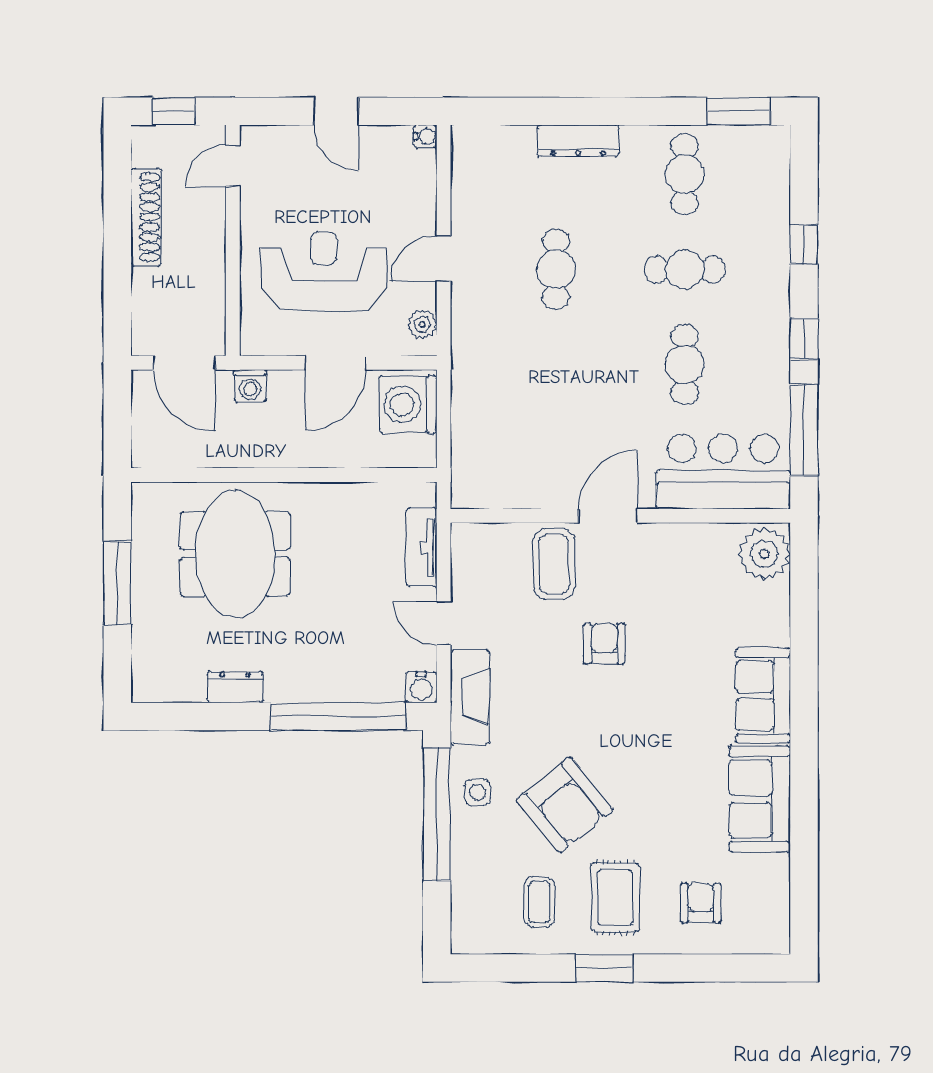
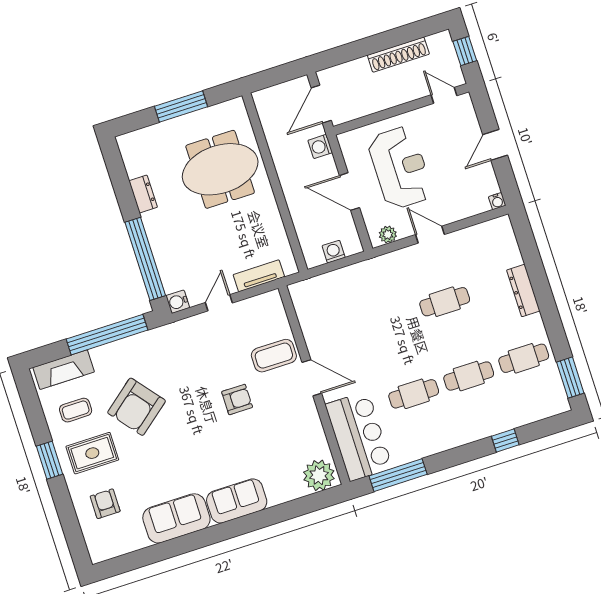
cafe table: (685, 269) -> (469, 376), turned 90
window: (804, 339) -> (451, 458), removed
washing machine: (408, 404) -> (334, 252), width x0.53, depth x0.53
fireplace: (470, 697) -> (64, 370), moved
side table: (477, 792) -> (127, 354), removed
armchair: (701, 903) -> (105, 504), turned -90

